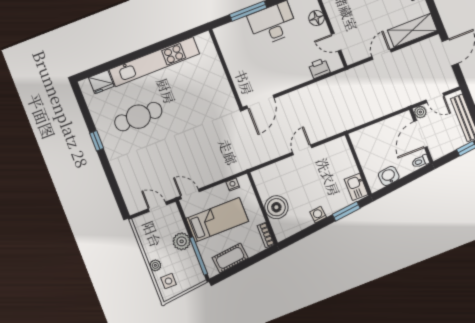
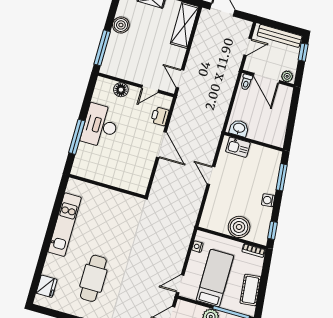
door: (382, 54) -> (180, 79), moved
kitchen unit: (154, 62) -> (65, 225), width x0.73
door: (260, 102) -> (161, 145), moved
plant: (420, 112) -> (287, 76), moved
toilet: (421, 161) -> (246, 82), moved
washbasin: (389, 176) -> (239, 128), moved, turned 96
kitchen sink: (356, 187) -> (238, 147), moved
window: (295, 238) -> (272, 230), added

